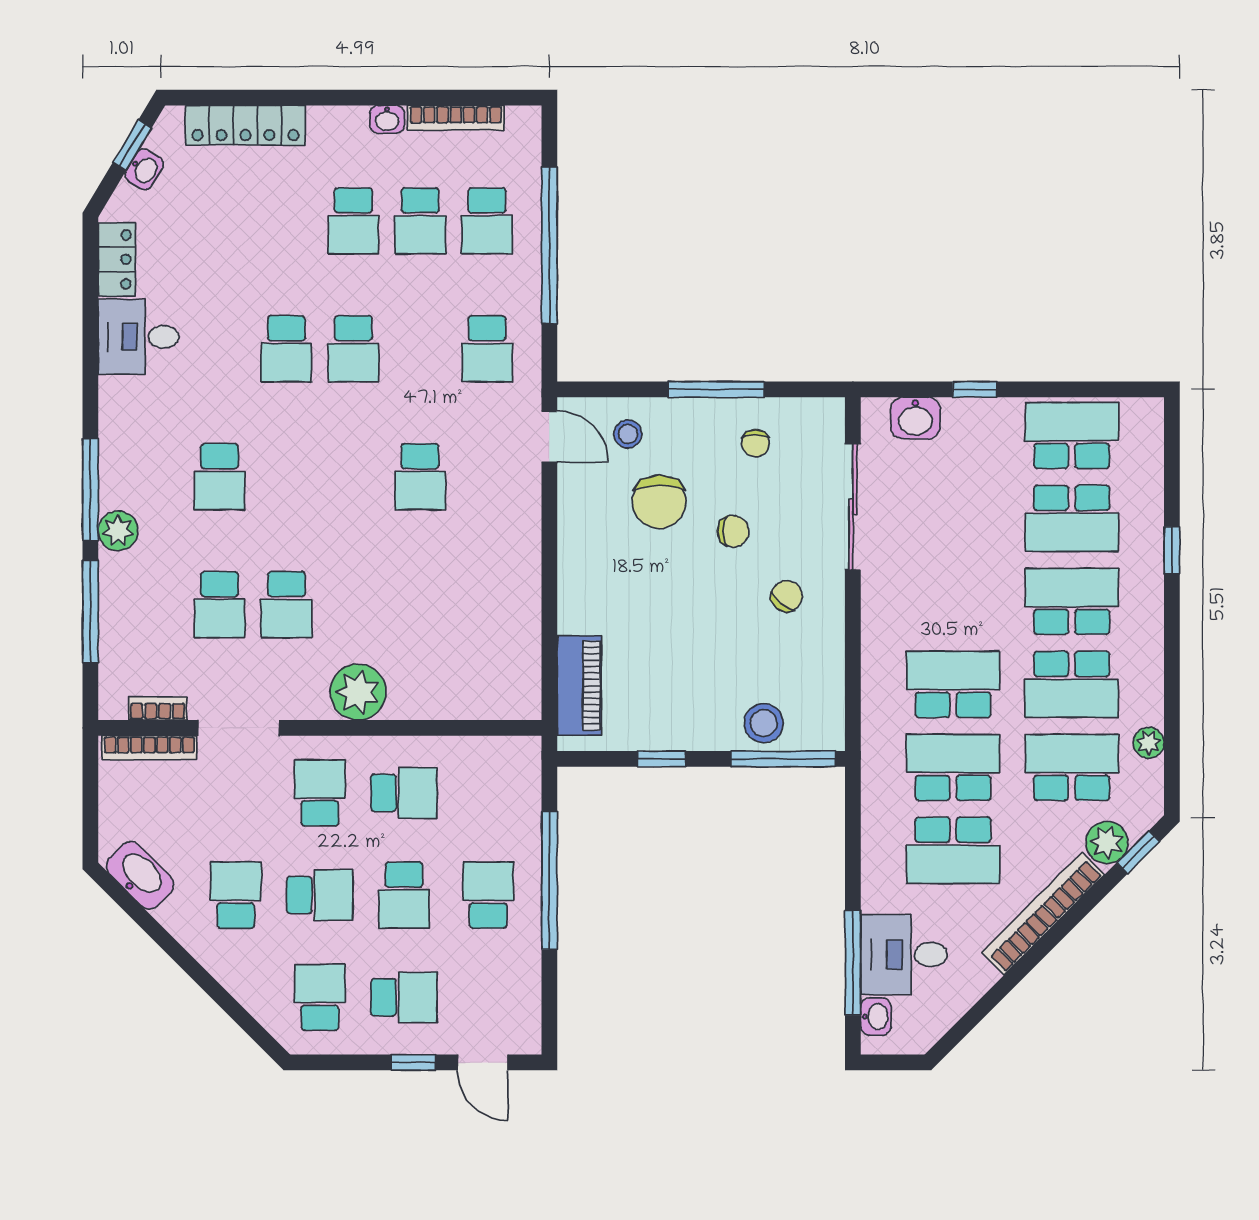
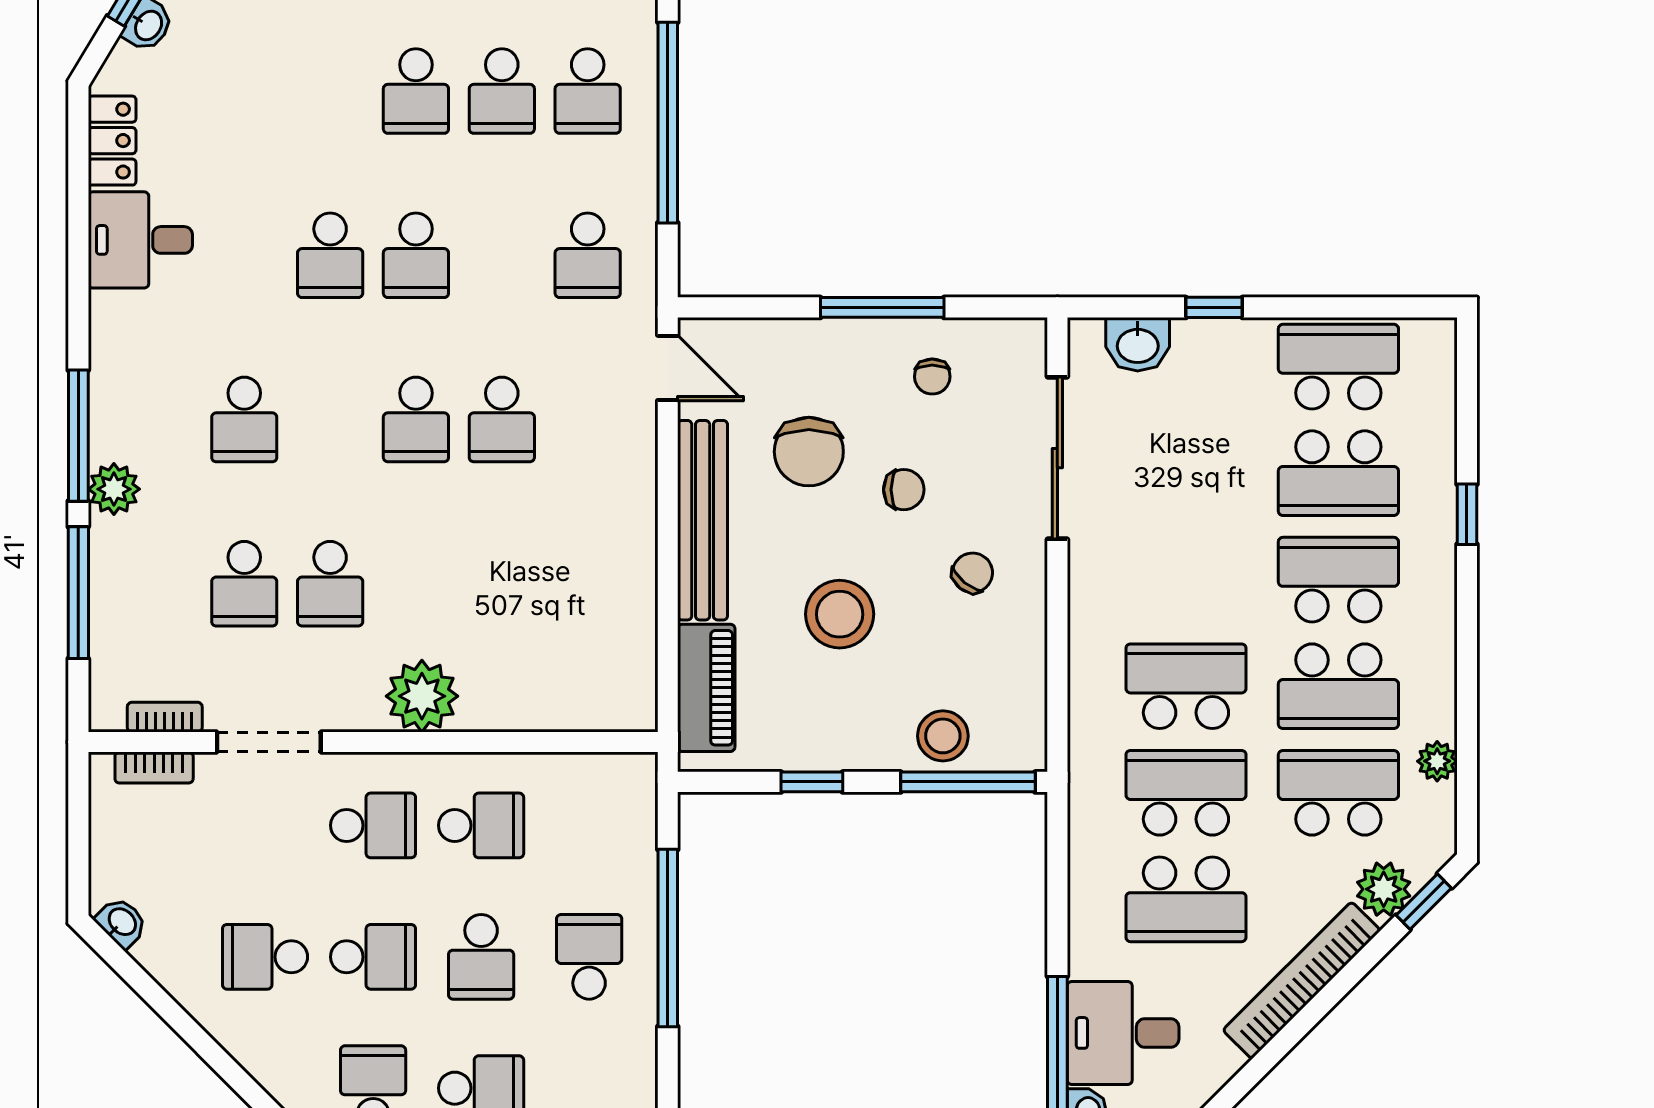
stool: (628, 434) -> (840, 614), moved, width x1.89, depth x1.89
school desk: (353, 477) -> (416, 420), added
bench: (577, 555) -> (703, 520), added
bookcase: (149, 748) -> (154, 768), width x0.64
school desk: (320, 793) -> (373, 825), turned 90
washbasin: (140, 875) -> (122, 922), width x0.52, depth x0.69
school desk: (236, 895) -> (265, 957), turned -90

